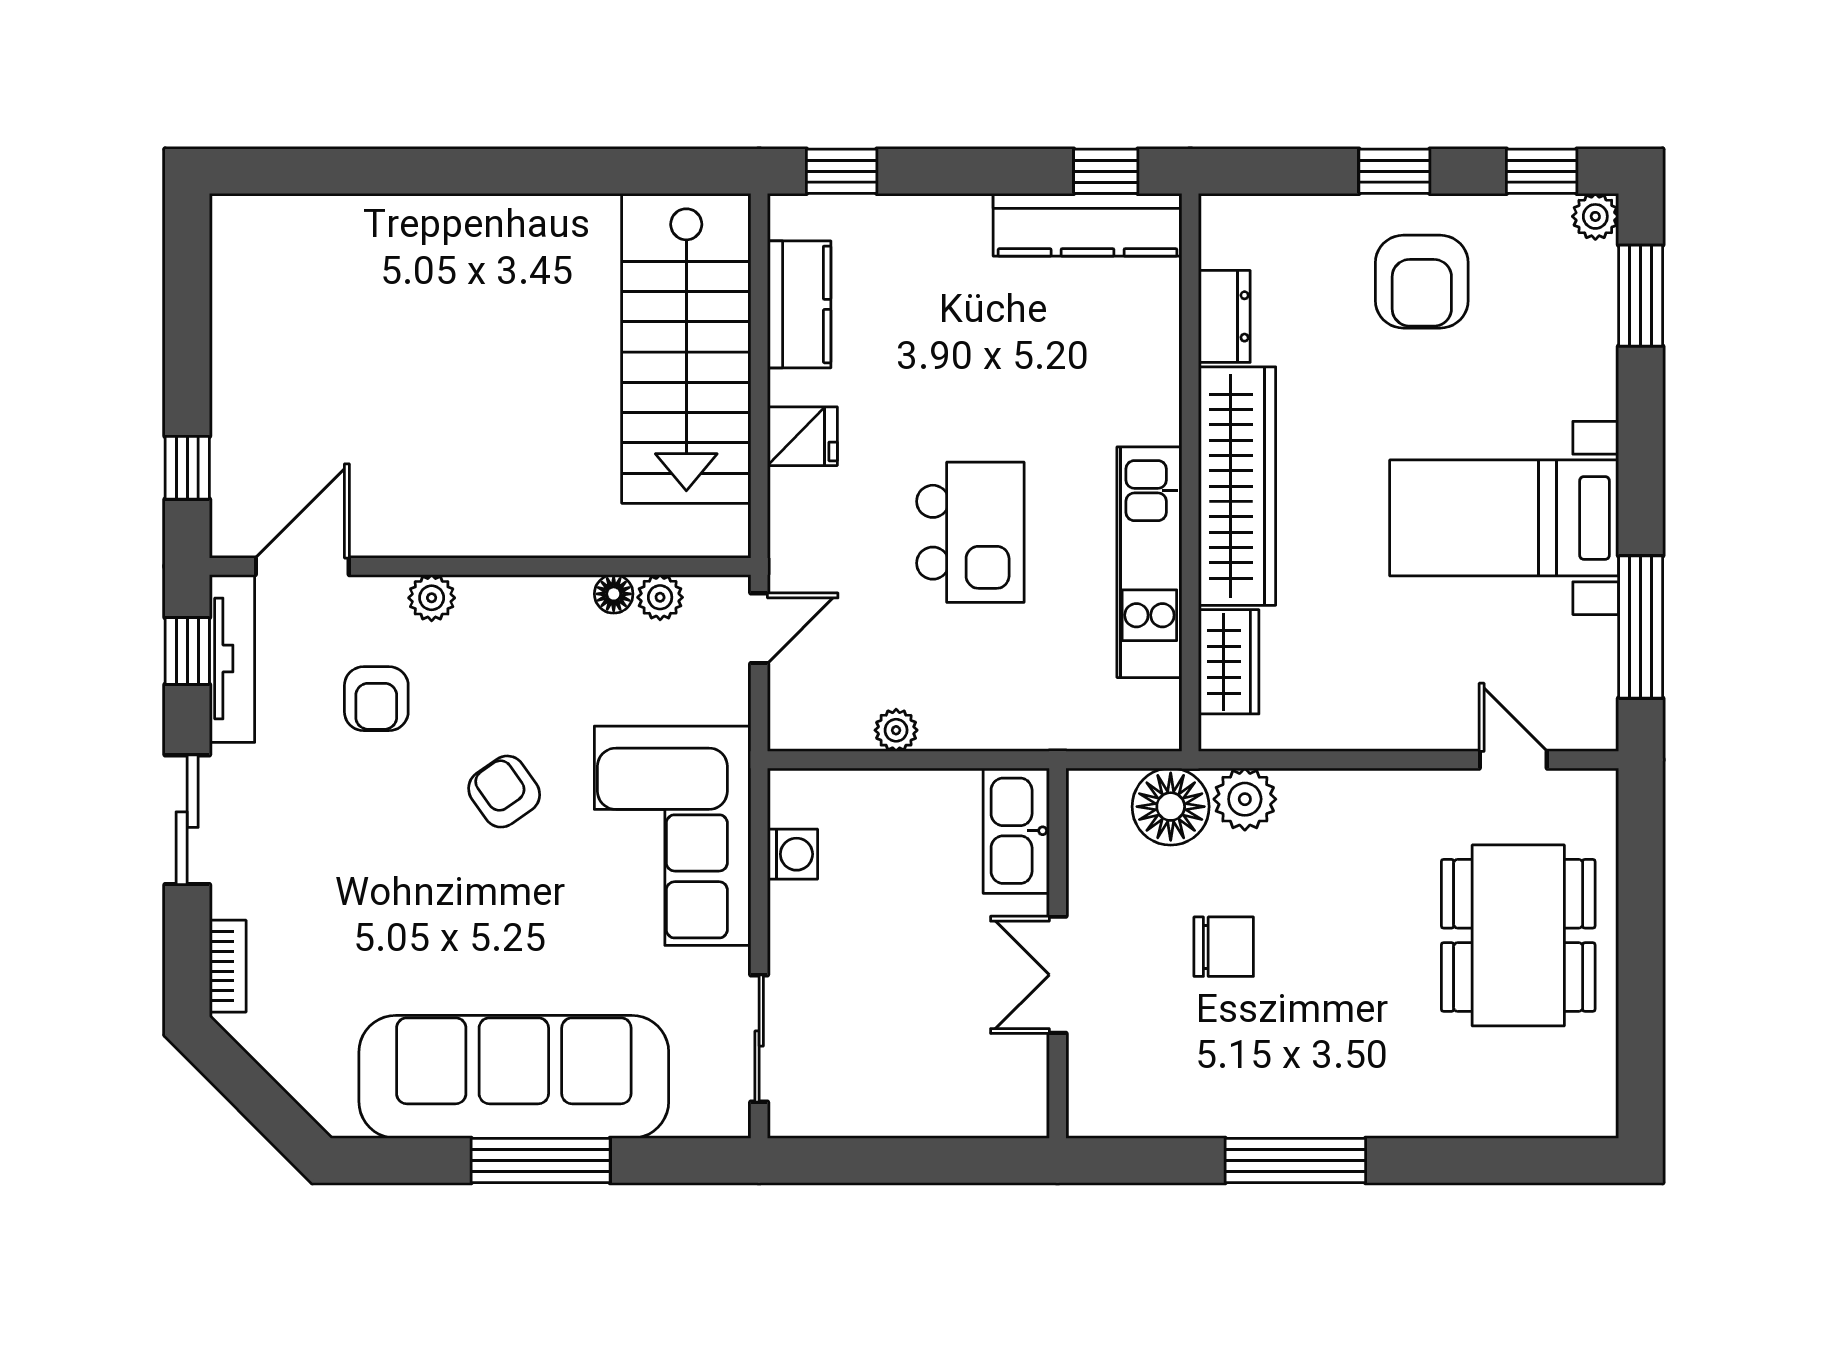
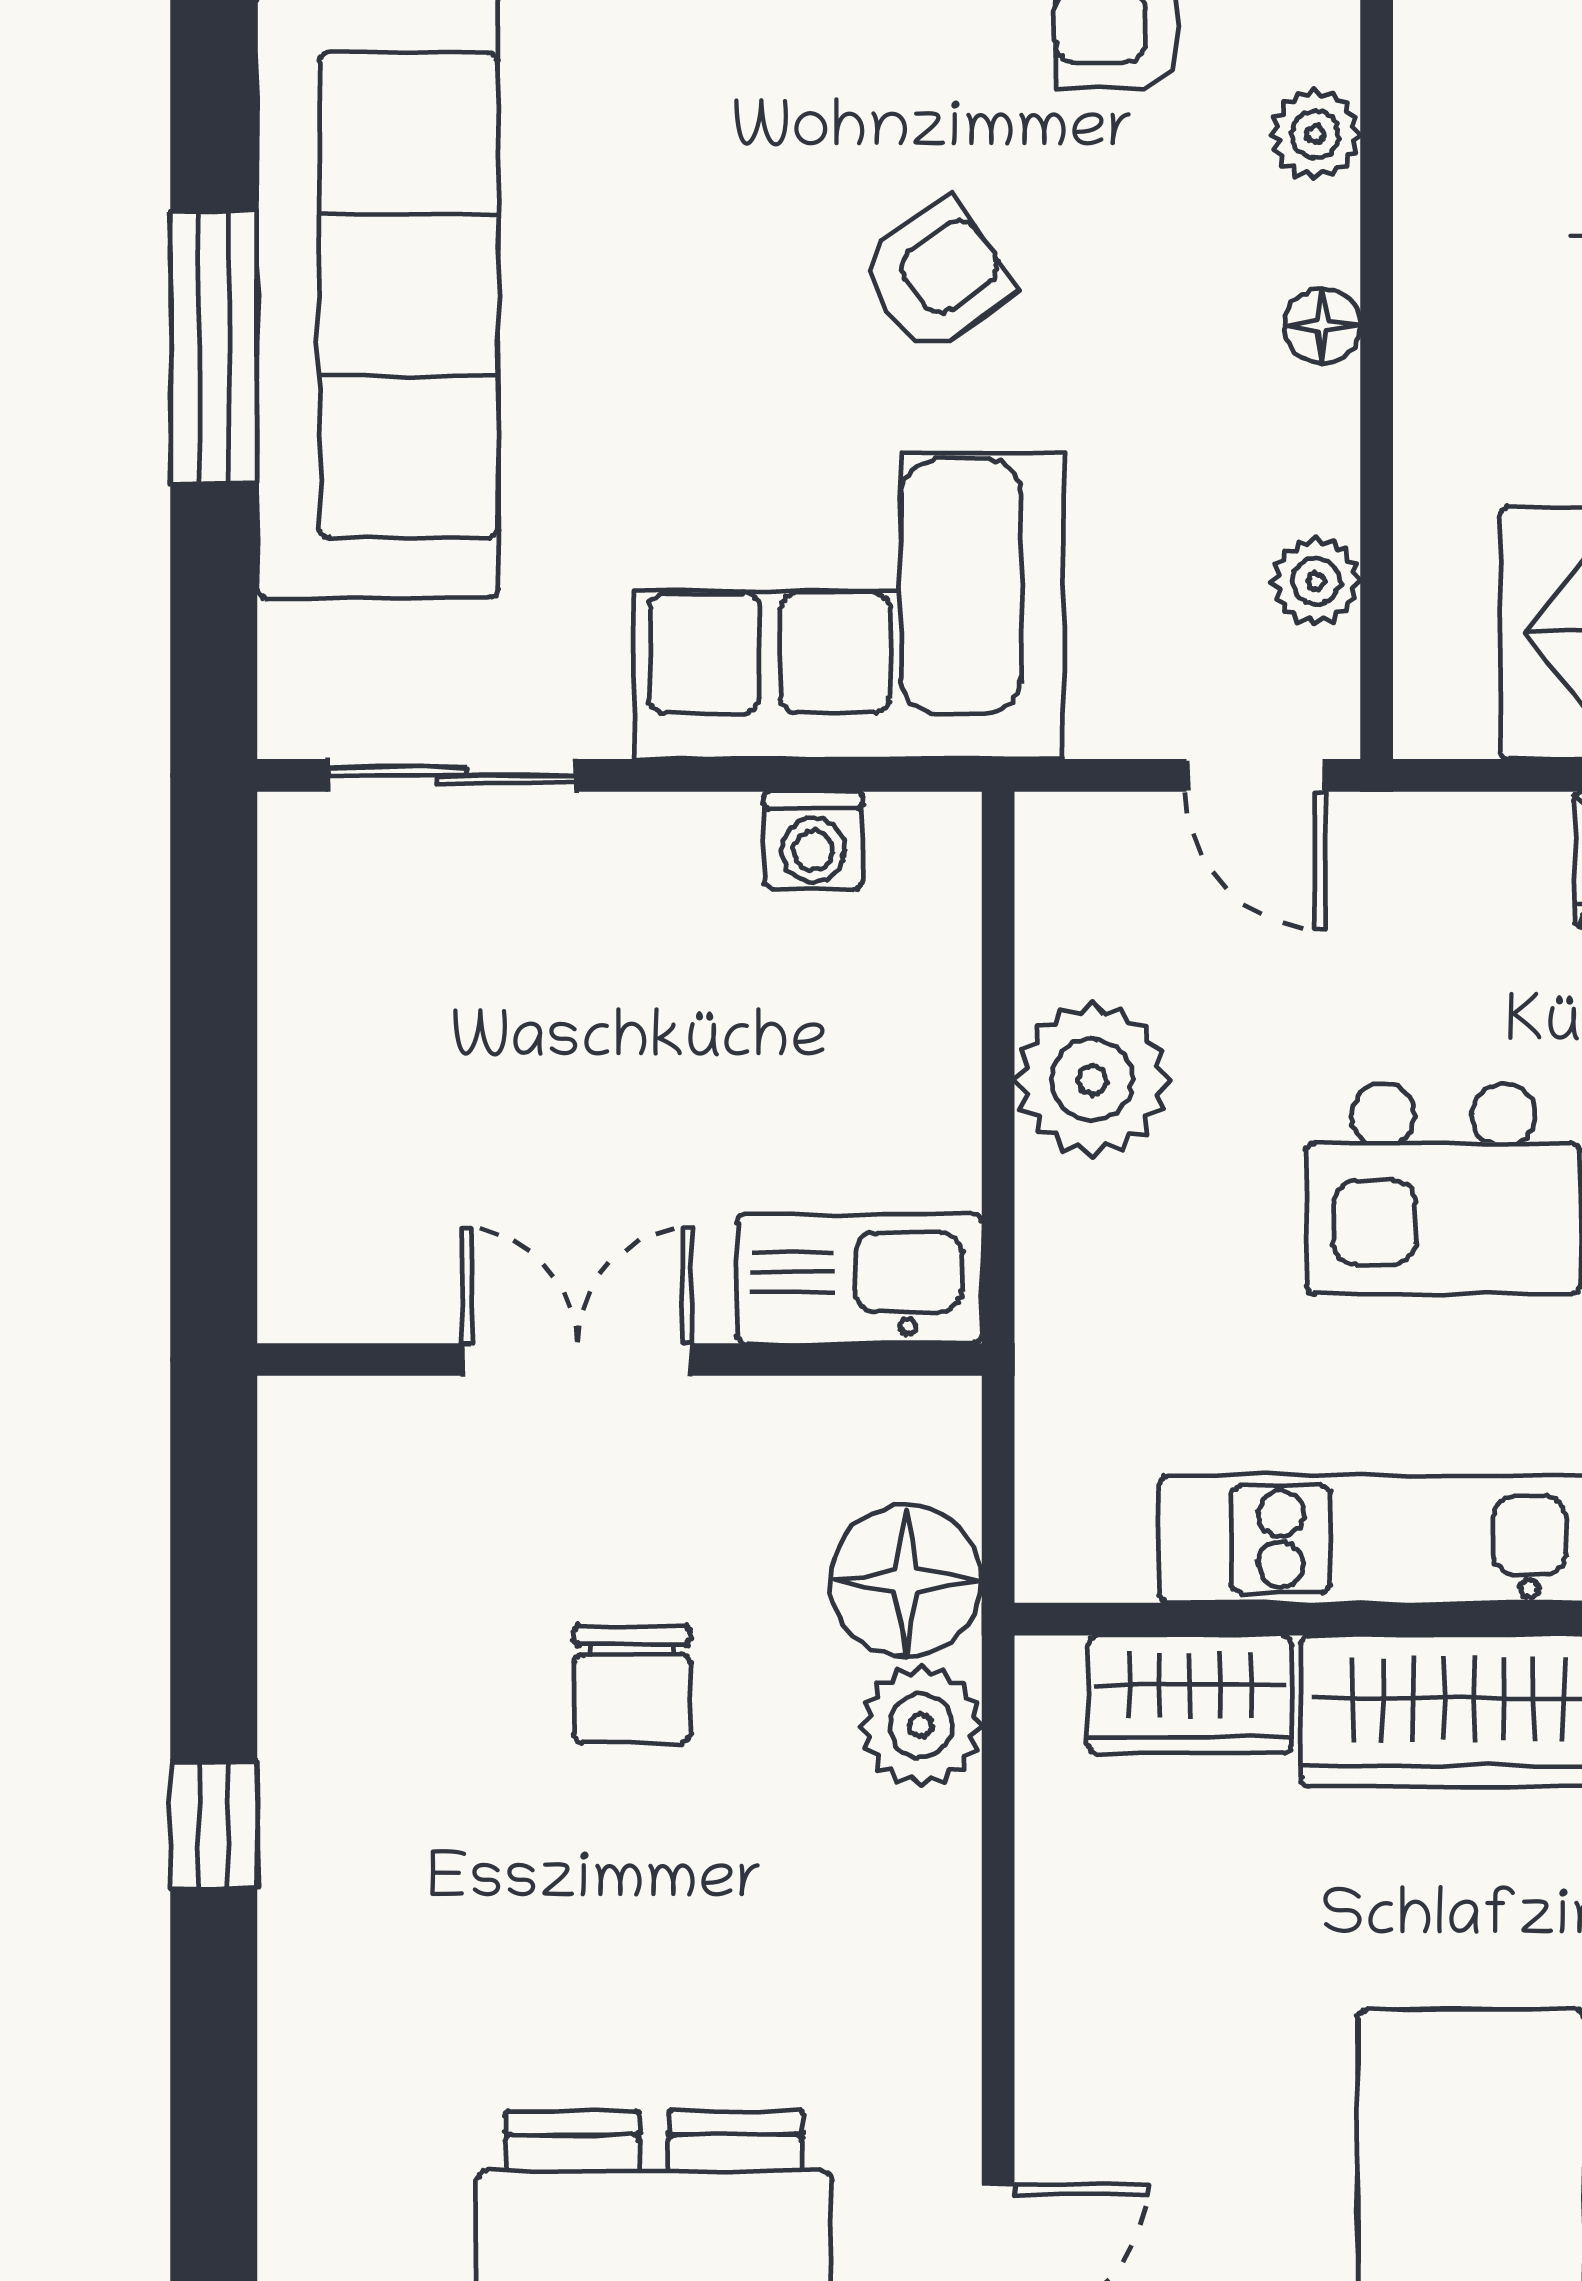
floor lamp: (614, 594) -> (1323, 326), moved
plant: (896, 730) -> (1092, 1080), width x1.88, depth x1.88
window: (1295, 1160) -> (214, 1825), width x0.46

